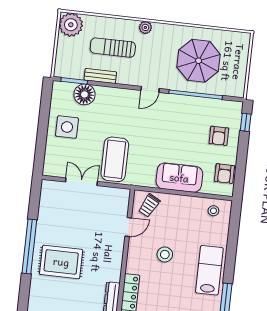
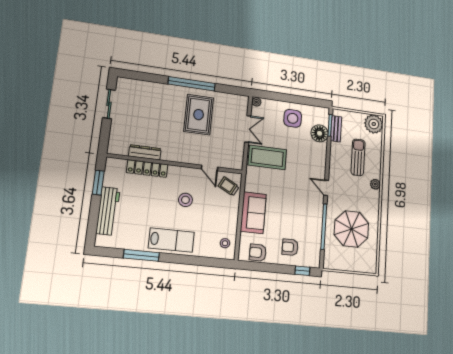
bench: (100, 76) -> (336, 129), moved
plant: (48, 170) -> (256, 102), added
rug: (61, 262) -> (199, 115), moved

